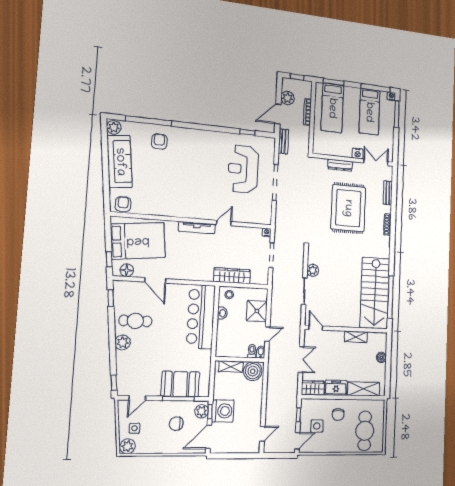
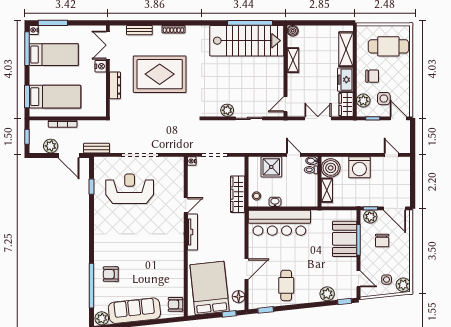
reception desk: (243, 169) -> (130, 189), turned 180
door: (224, 223) -> (186, 205), swing flipped
plant: (123, 342) -> (327, 294), moved
boiler: (381, 357) -> (293, 31), moved
plant: (316, 405) -> (363, 101), added
washing machine: (223, 411) -> (359, 167), moved, turned 180

